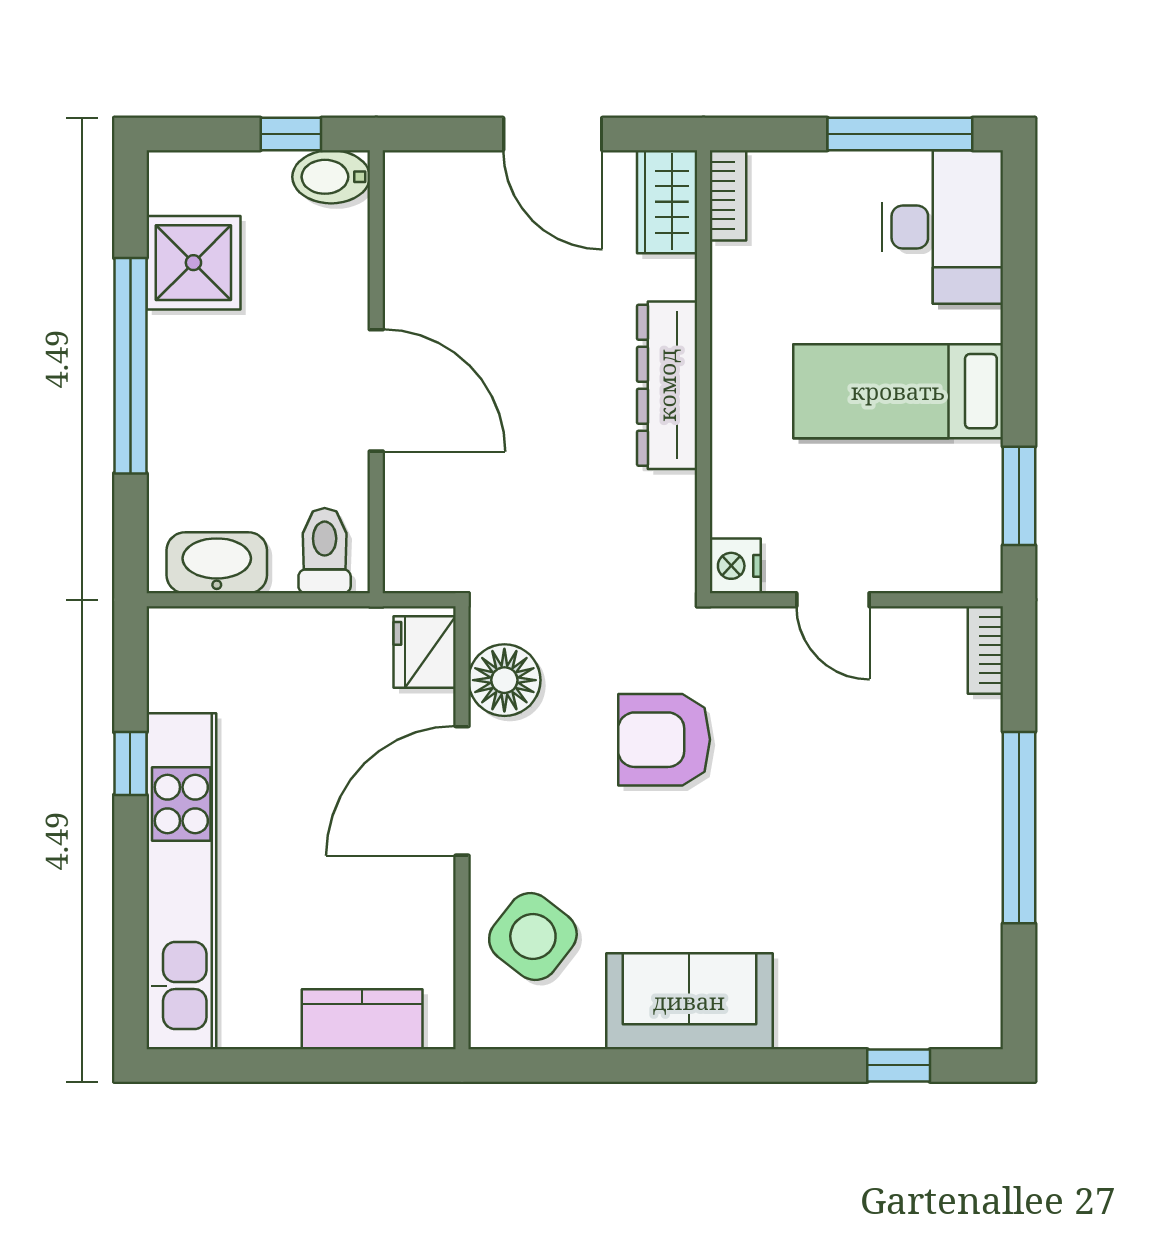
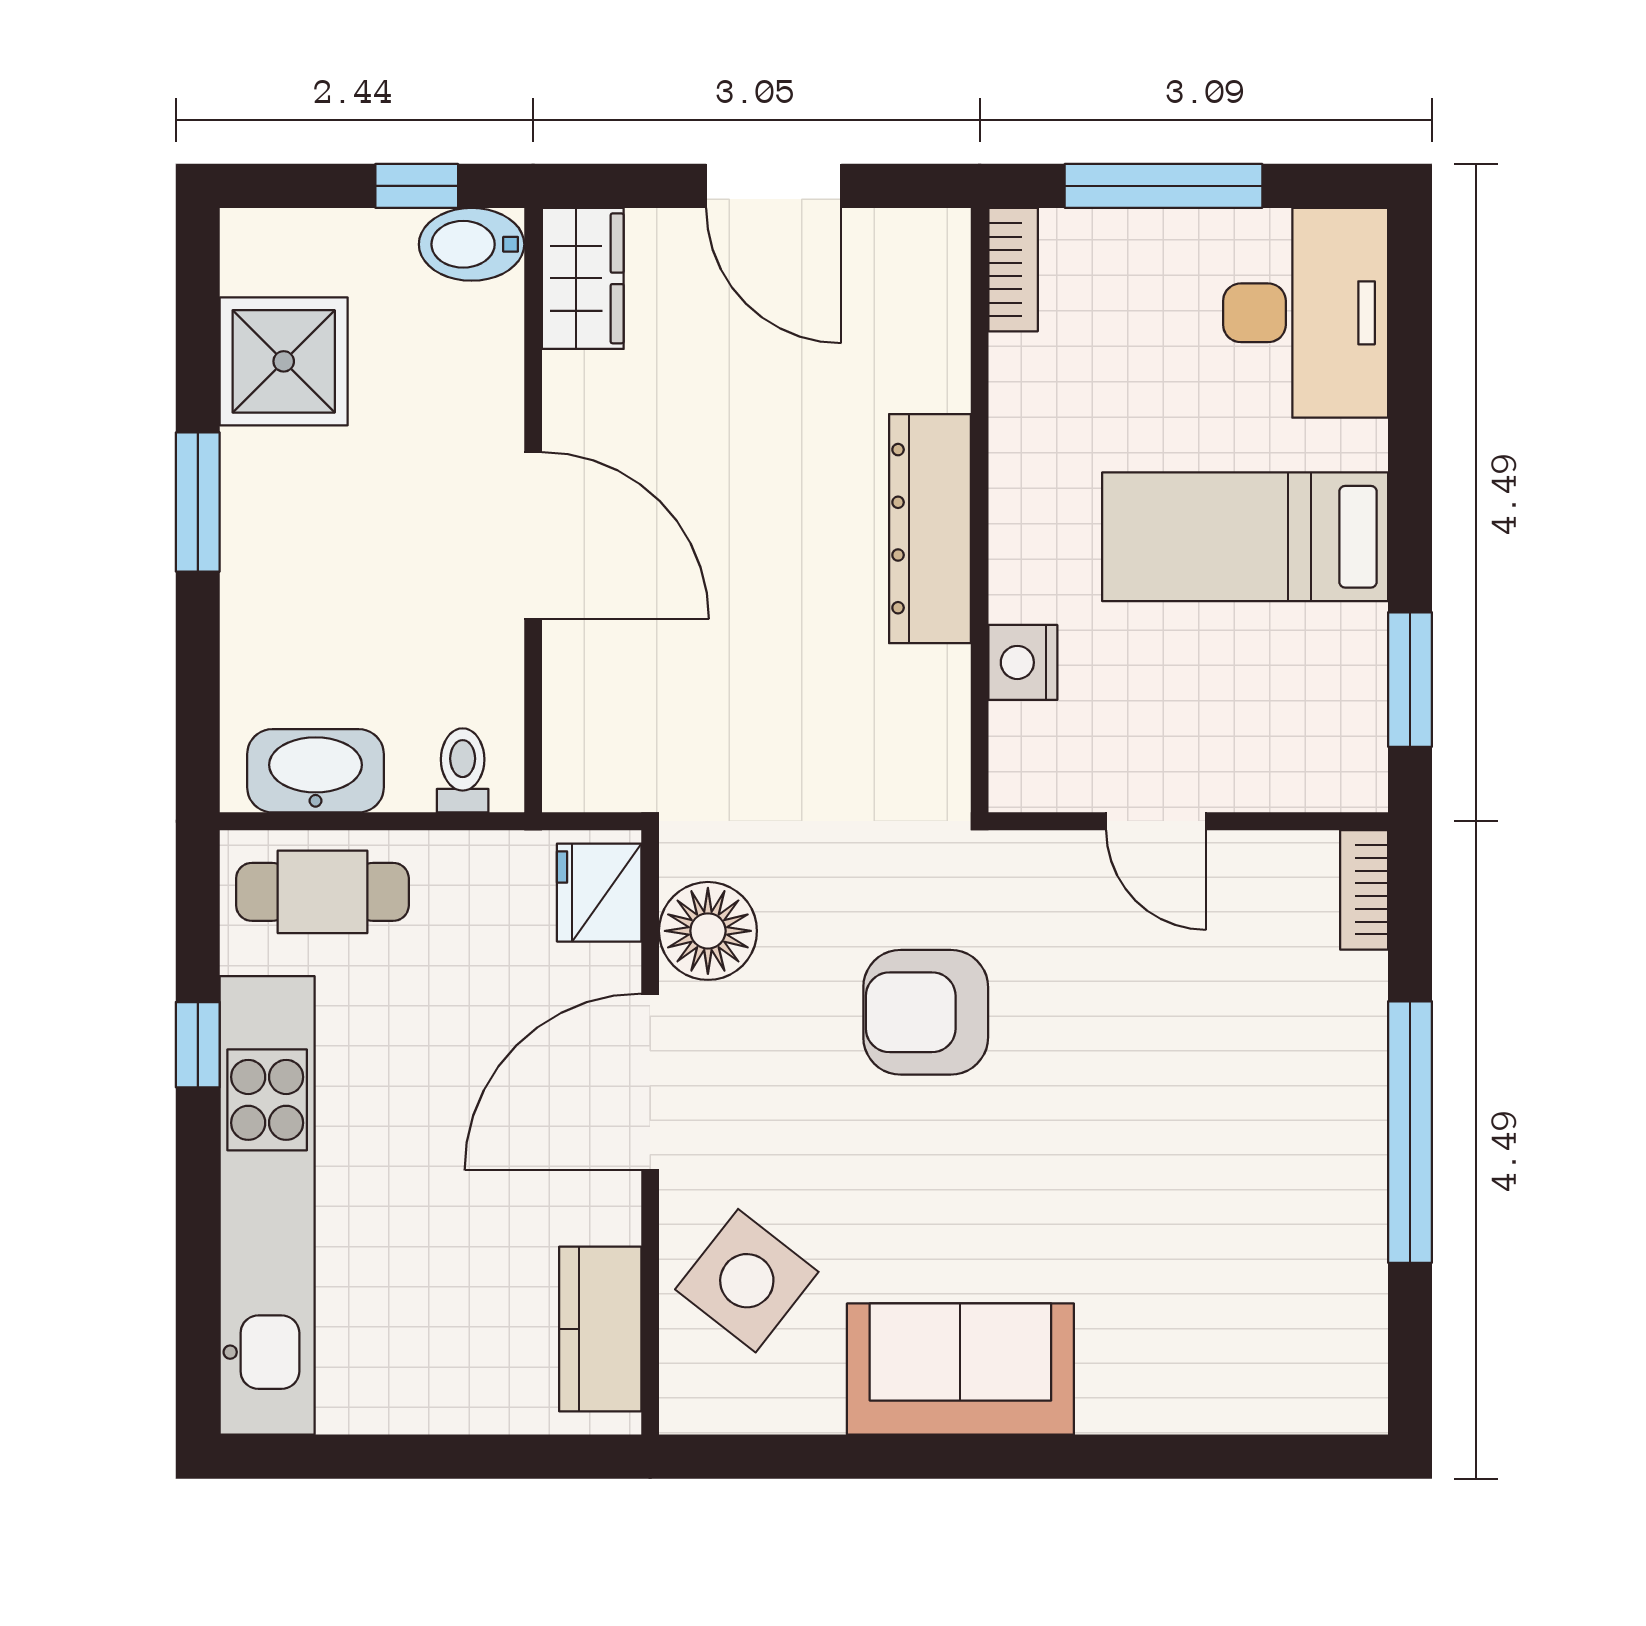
window: (900, 134) -> (1163, 186), moved
wardrobe: (667, 202) -> (583, 278), moved, turned 180
window: (130, 366) -> (198, 502), width x0.47
toilet: (325, 551) -> (463, 770), width x0.73, depth x0.72
nightstand: (735, 566) -> (1023, 662), moved
cafe table: (222, 652) -> (322, 892), added
kitchen counter: (362, 1019) -> (600, 1329), moved, turned -90
window: (899, 1065) -> (1246, 1457), removed

